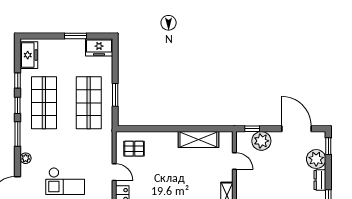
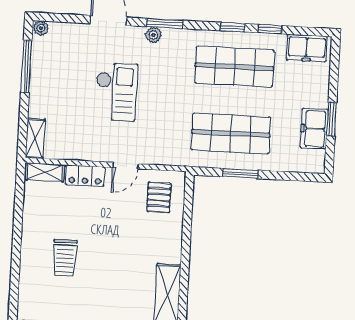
freezer: (99, 47) -> (314, 129), moved
window: (18, 134) -> (164, 24), moved
checkout: (65, 181) -> (116, 92), turned 180

